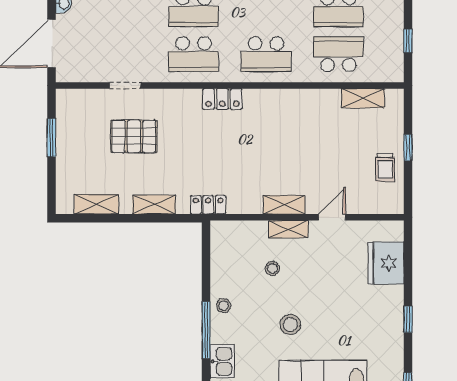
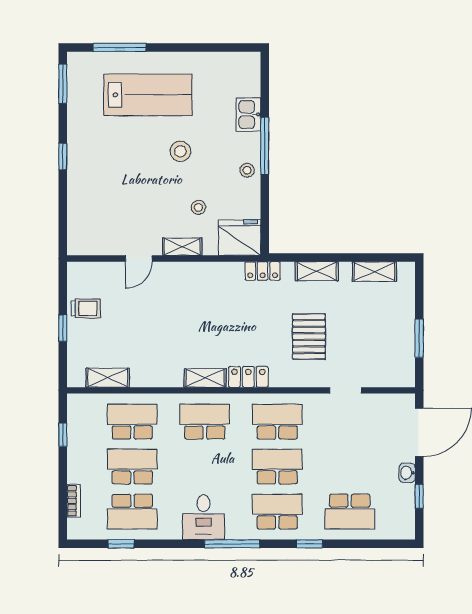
school desk: (338, 54) -> (132, 422), turned 180
pallet: (134, 136) -> (309, 337), moved, turned 90
trolley: (385, 167) -> (86, 308), turned 90
shelving: (284, 205) -> (205, 378), moved
fridge: (386, 263) -> (239, 238), moved, turned -90

